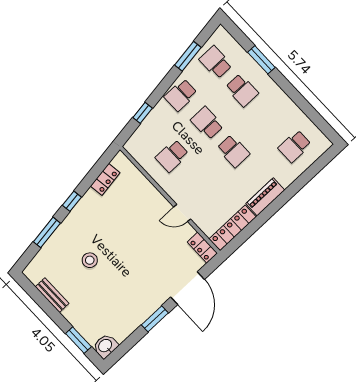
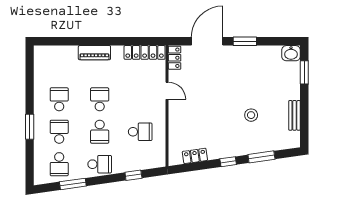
window: (261, 60) -> (30, 127), moved
school desk: (295, 146) -> (59, 99), moved, turned -90
piano: (265, 197) -> (94, 53), moved

